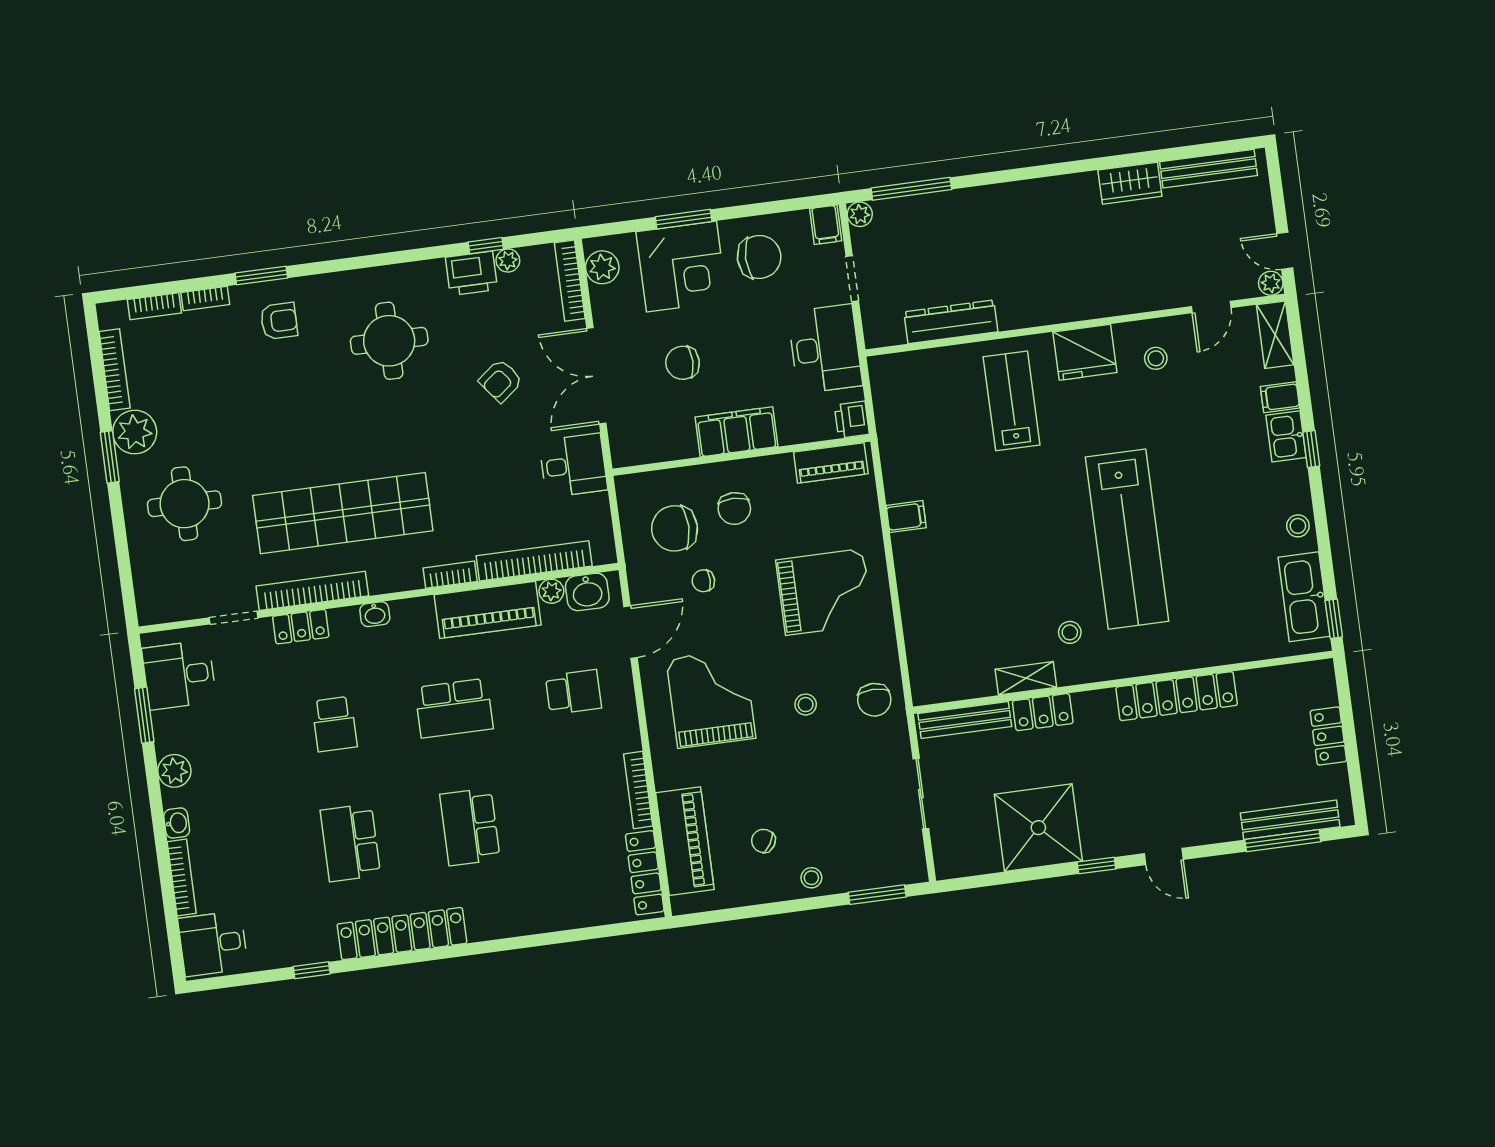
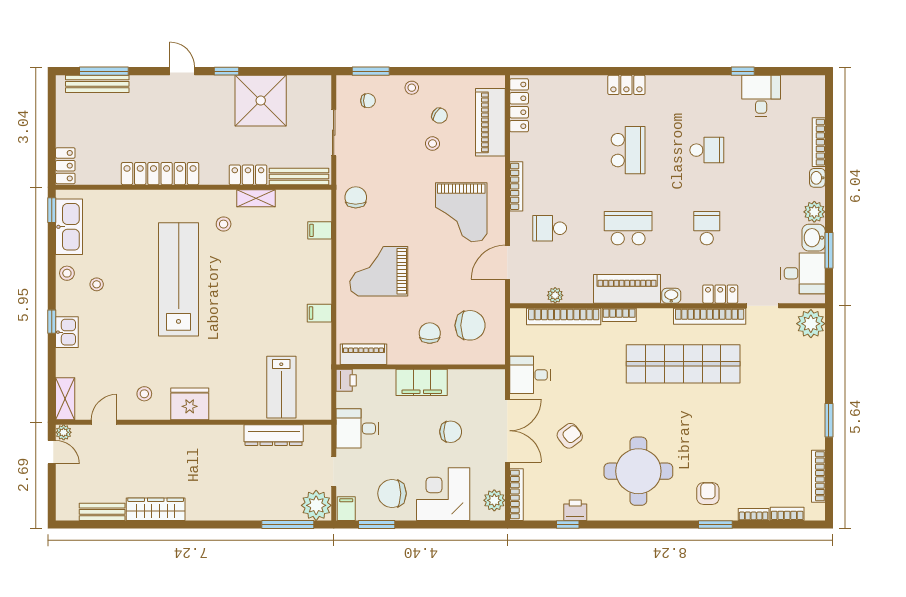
bench: (1209, 169) -> (102, 512), width x0.73
wardrobe: (1130, 183) -> (156, 509), width x1.50
plant: (860, 214) -> (316, 505), width x1.87, depth x1.87
window: (684, 219) -> (377, 524), moved
plant: (508, 260) -> (555, 513), removed
printer: (471, 273) -> (575, 510), width x0.73, depth x0.81
armchair: (279, 321) -> (708, 494), turned 90
round table: (389, 341) -> (638, 471), width x1.36, depth x1.36
desk: (825, 349) -> (357, 428), width x0.73
filing cabinet: (1280, 397) -> (320, 230), moved, turned 180
lab bench: (1012, 401) -> (281, 387), moved
plant: (135, 432) -> (811, 324), moved
round table: (185, 504) -> (785, 384), removed
stool: (1250, 515) -> (97, 284), added
chair: (703, 581) -> (368, 101), moved
washbasin: (587, 592) -> (814, 238), moved, turned -90
piano: (488, 610) -> (627, 289), moved
stool: (806, 705) -> (432, 144), moved
locker: (1328, 736) -> (65, 166), moved
bookcase: (638, 790) -> (516, 186), moved
school desk: (350, 843) -> (707, 150), width x0.54
locker: (402, 934) -> (626, 85), moved, width x0.46, depth x0.83
desk: (213, 944) -> (761, 96), moved, turned -90

